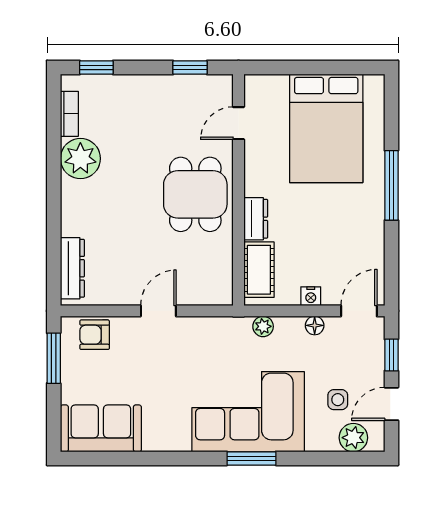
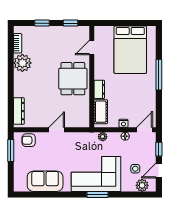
window: (96, 68) -> (42, 23), moved
sofa: (101, 428) -> (45, 181), moved

